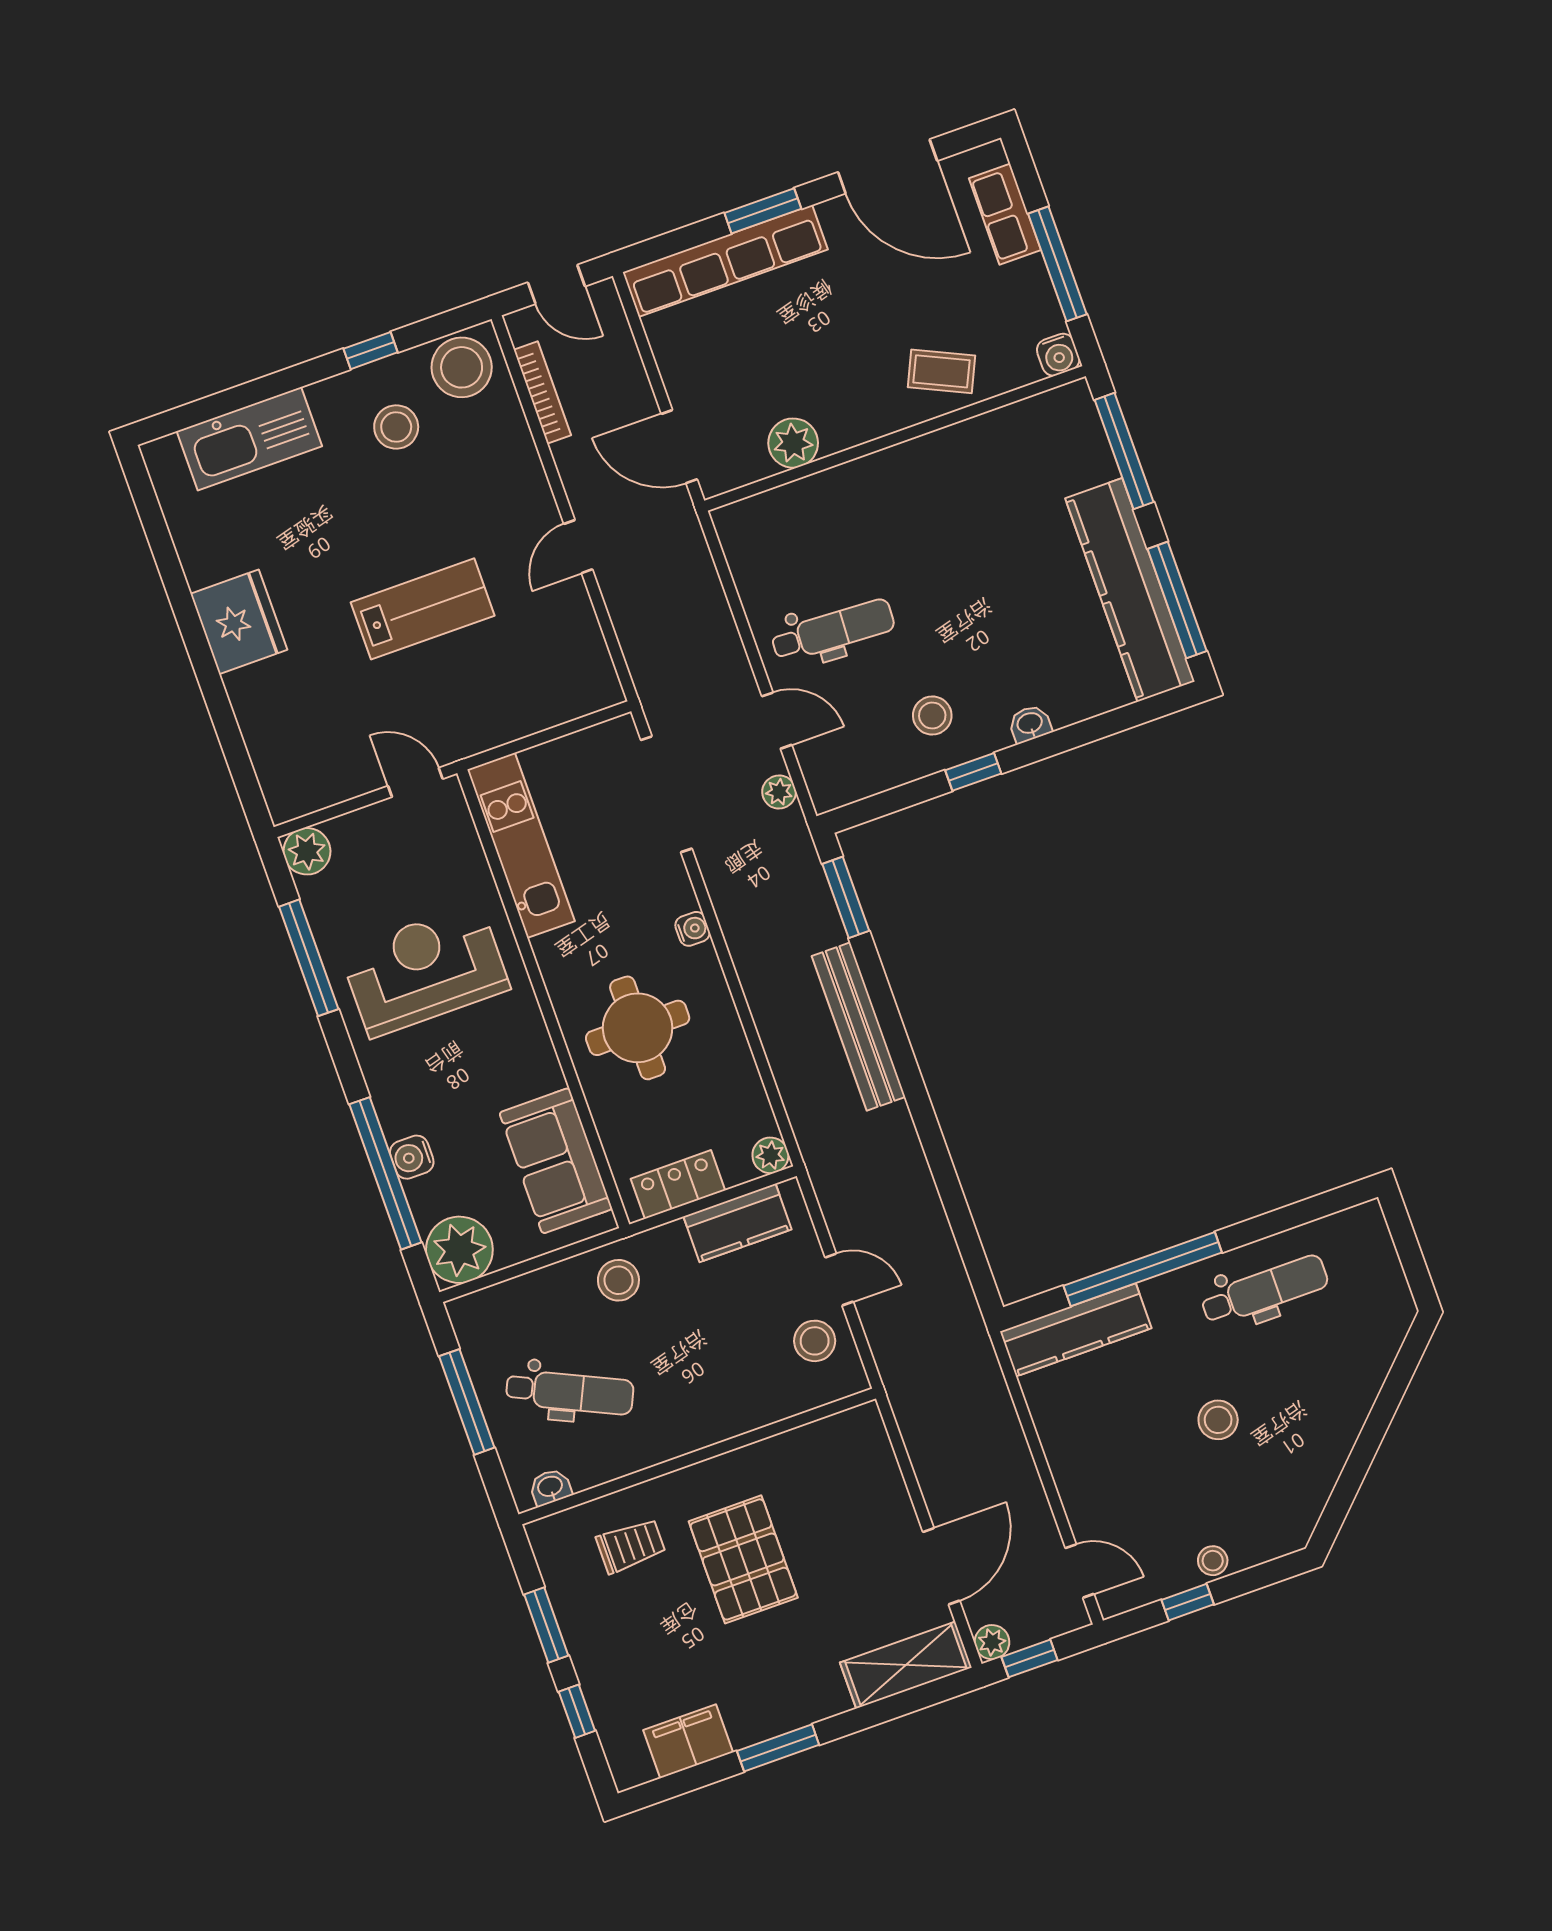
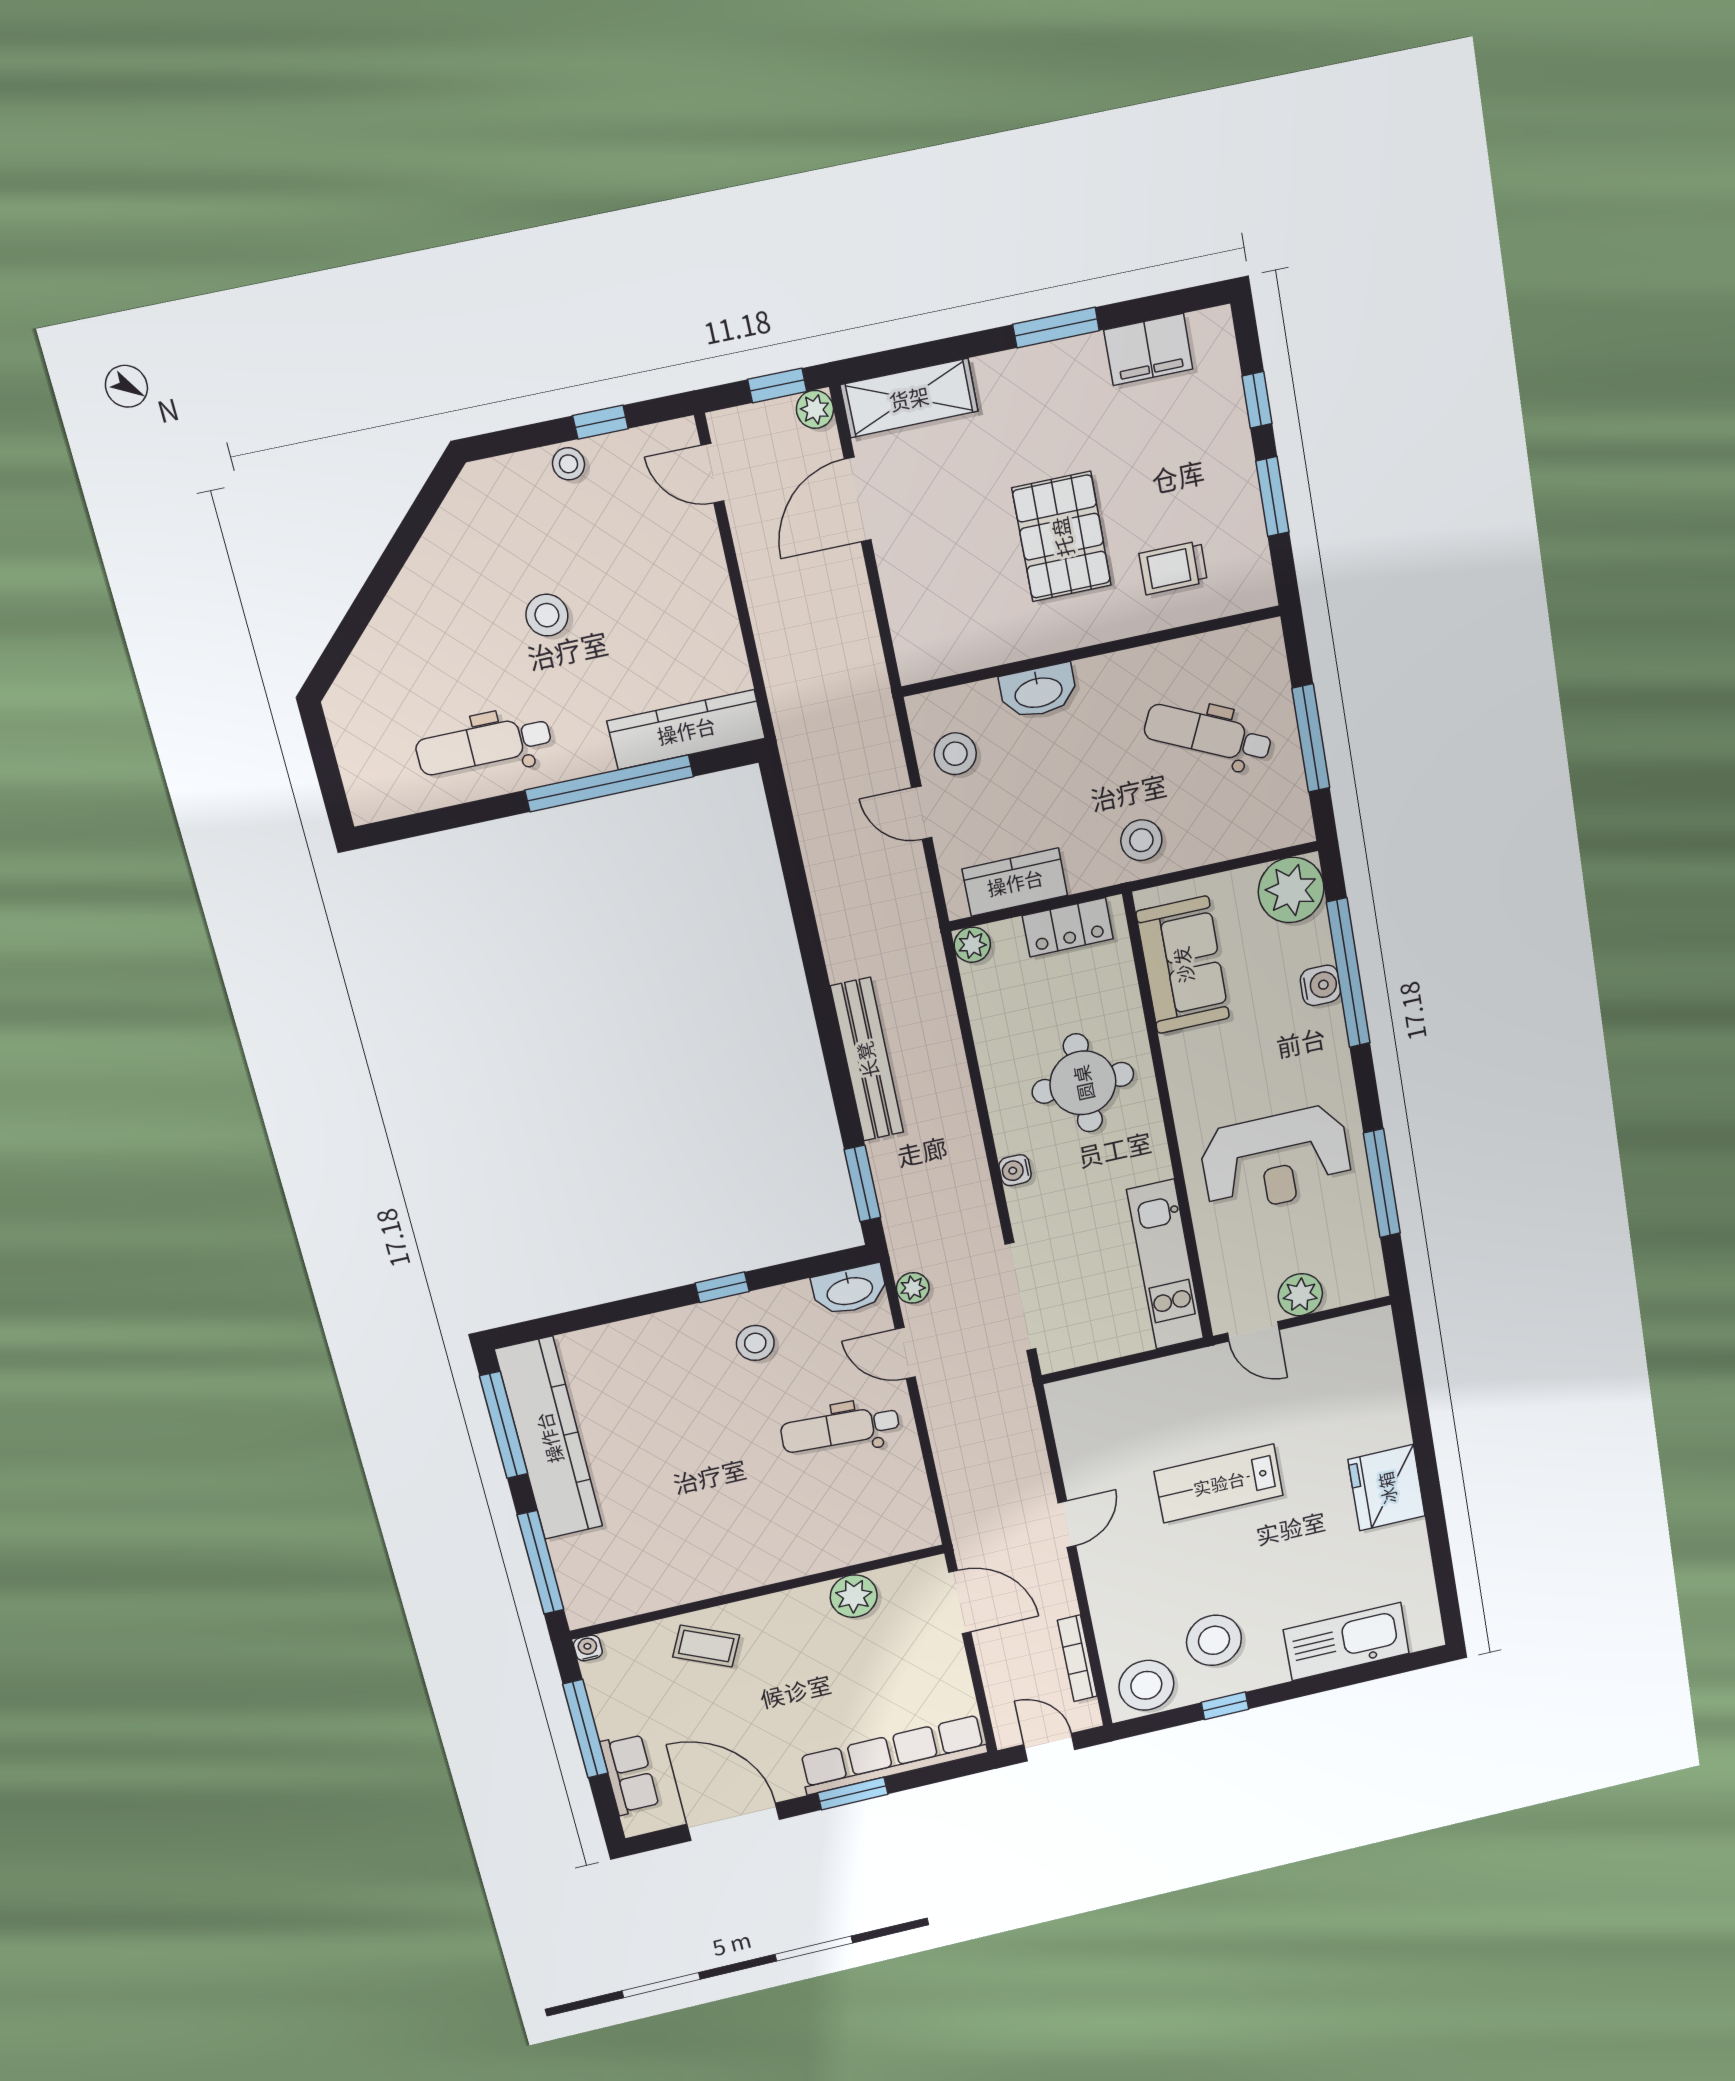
water cooler: (1058, 355) -> (588, 1648), width x0.72, depth x0.72
stool: (396, 427) -> (1214, 1640), width x1.38, depth x1.38
washbasin: (1030, 724) -> (850, 1290), moved, width x1.91, depth x1.45
plant: (307, 851) -> (1300, 1295), moved
washbasin: (550, 1487) -> (1038, 691), moved, width x1.91, depth x1.45

